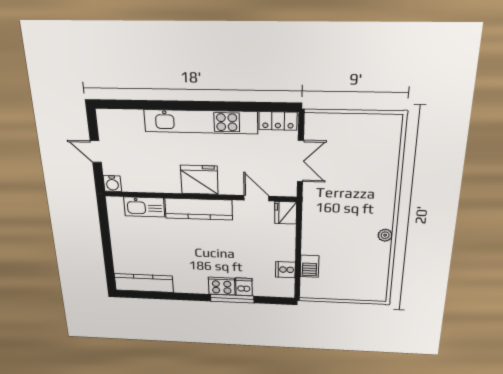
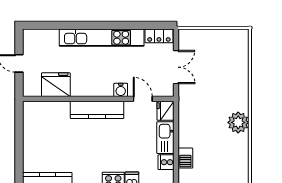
fridge: (199, 180) -> (56, 85), moved
water cooler: (112, 184) -> (121, 90), moved
kitchen sink: (144, 207) -> (165, 138), moved, turned 90
plant: (385, 235) -> (238, 122), width x1.88, depth x1.88

